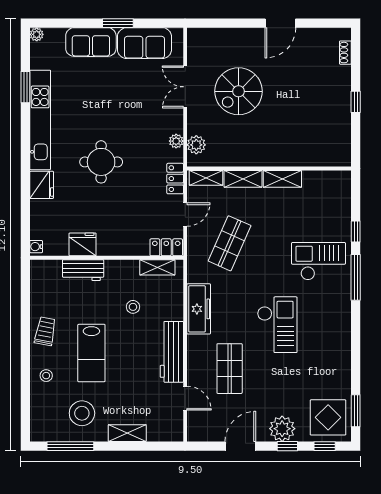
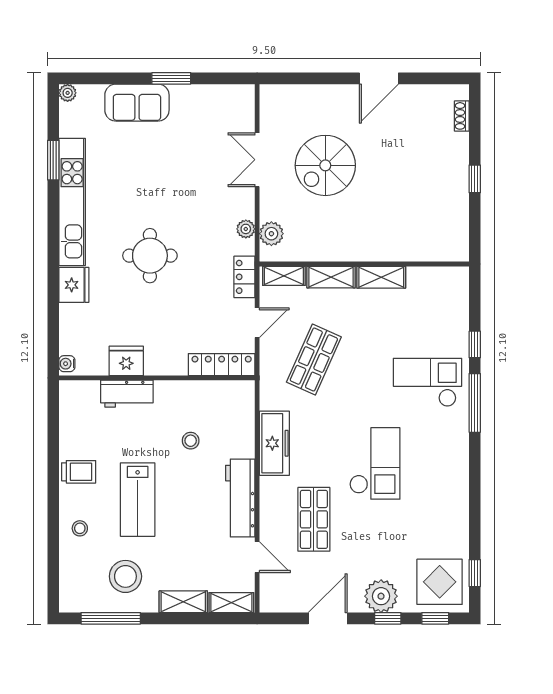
sofa: (144, 43) -> (205, 104), removed
locker: (166, 247) -> (222, 365), width x1.53
shelving: (157, 267) -> (231, 603), moved
trolley: (45, 331) -> (79, 472), turned 79
window: (356, 411) -> (475, 573), width x0.67

